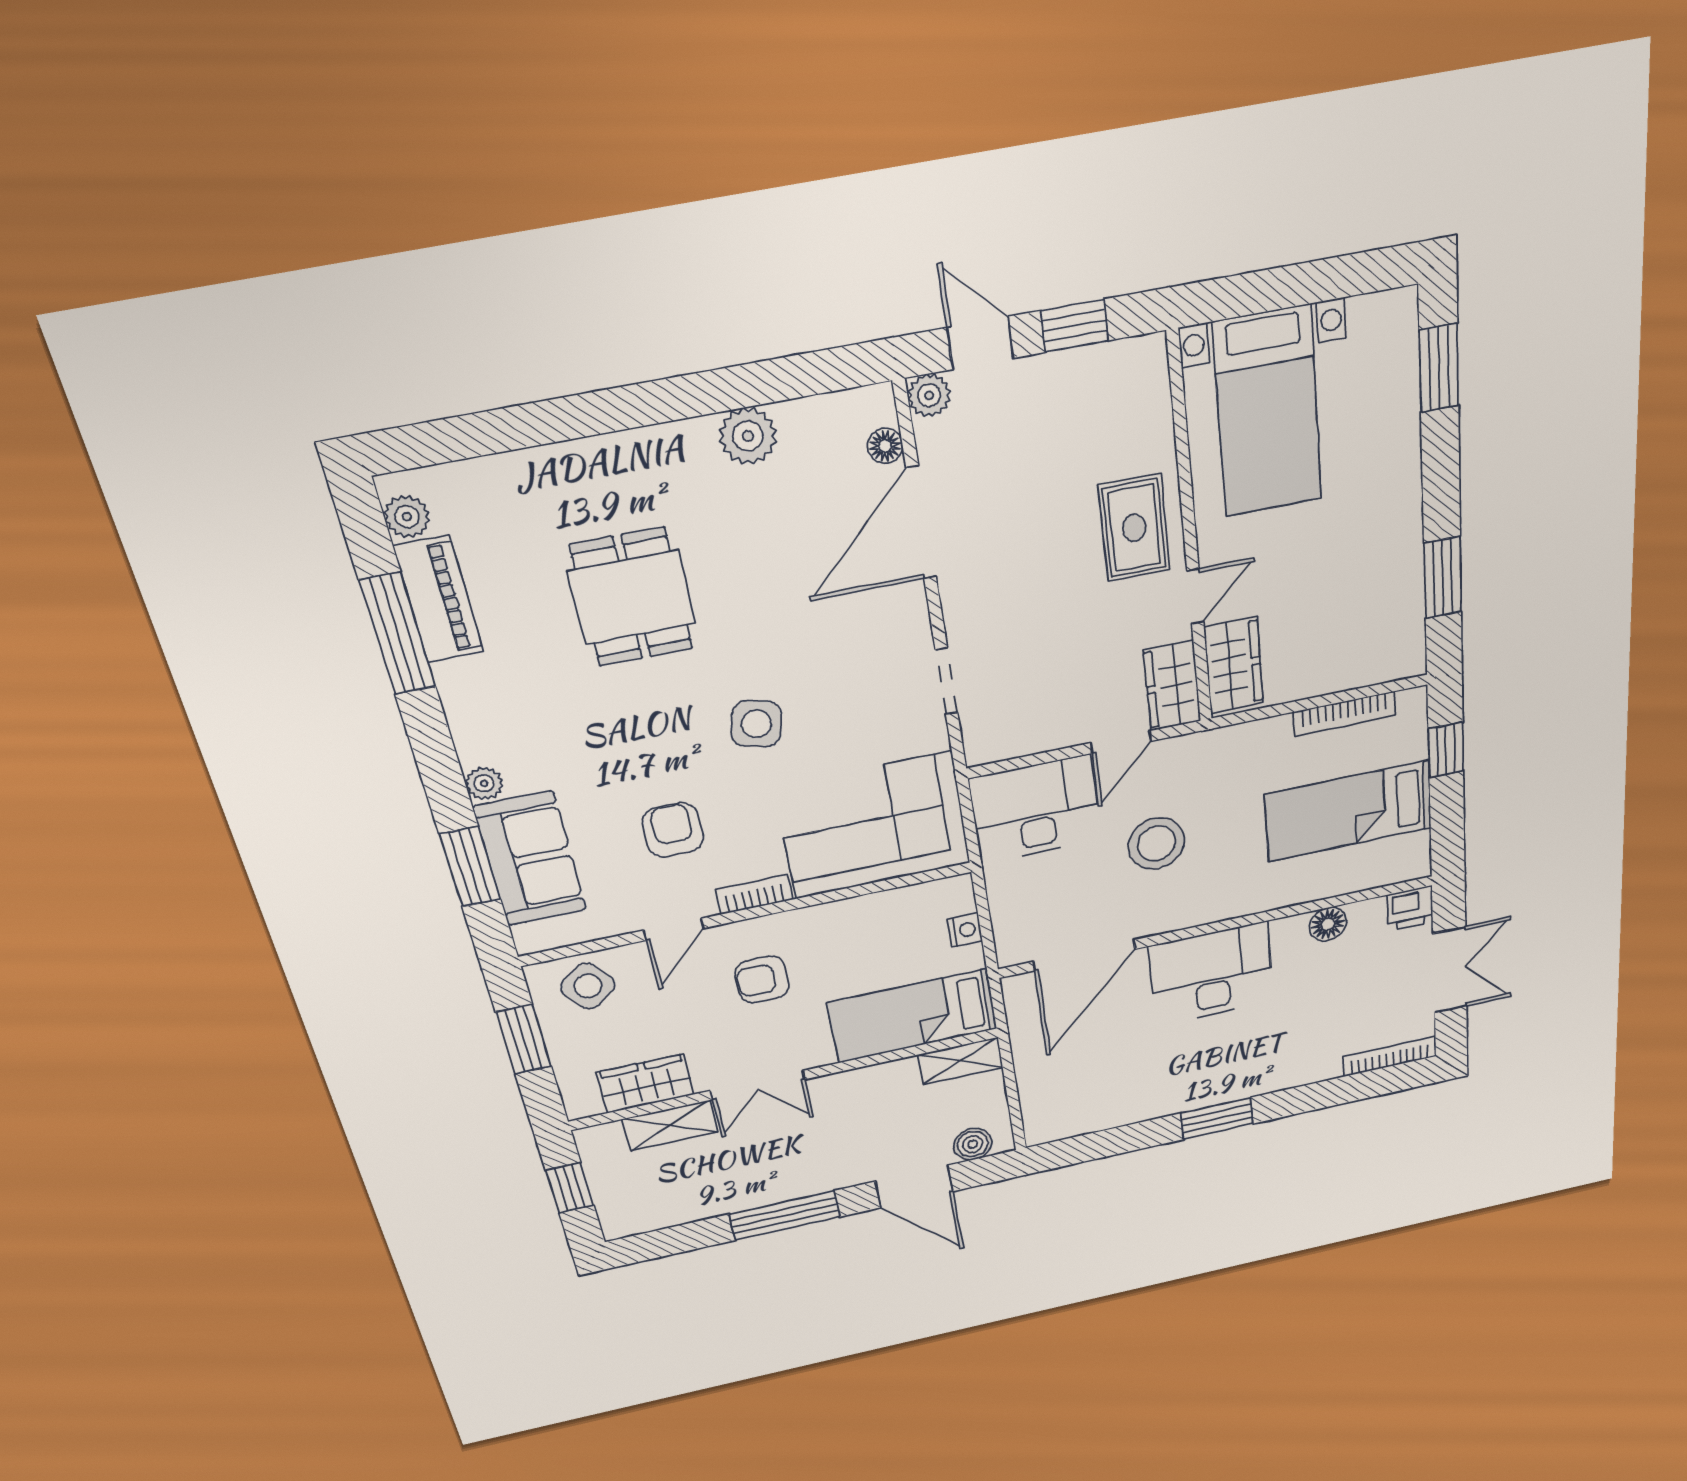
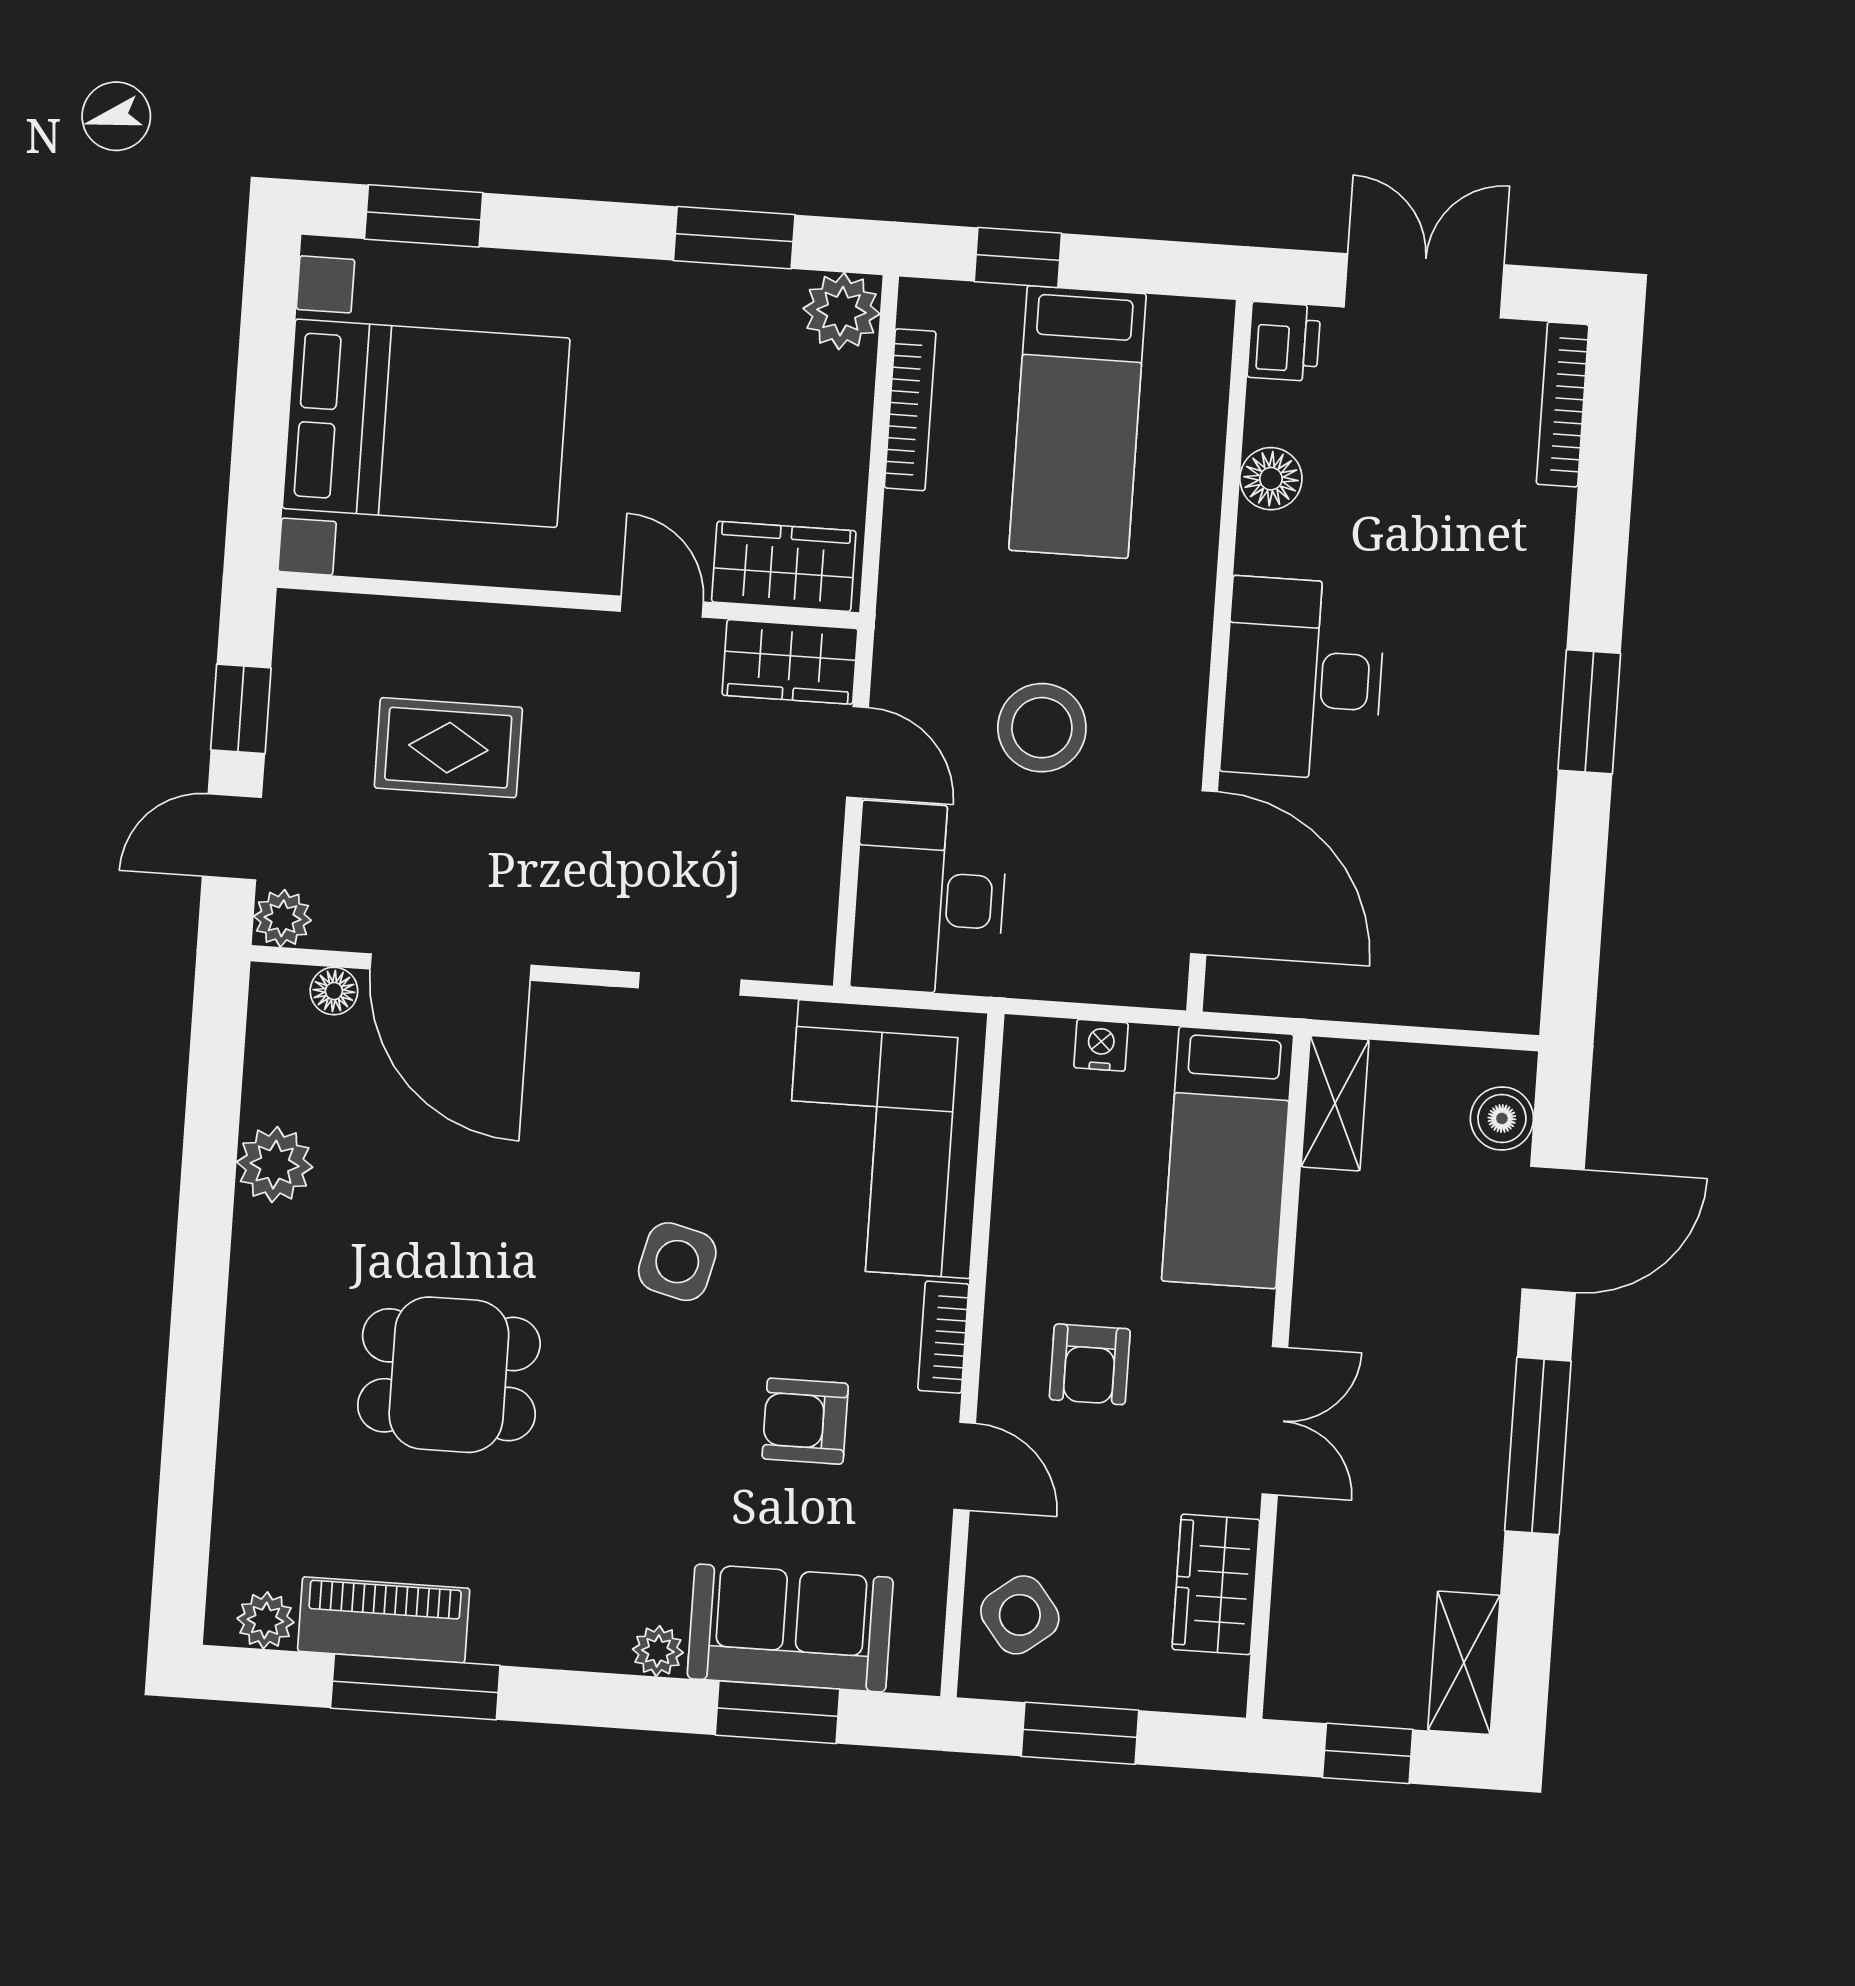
bed with nightstands: (1268, 412) -> (426, 423), width x1.36
rug: (1134, 528) -> (448, 748), moved
plant: (1402, 656) -> (841, 311), added
shelving: (670, 1125) -> (1464, 1663), moved

